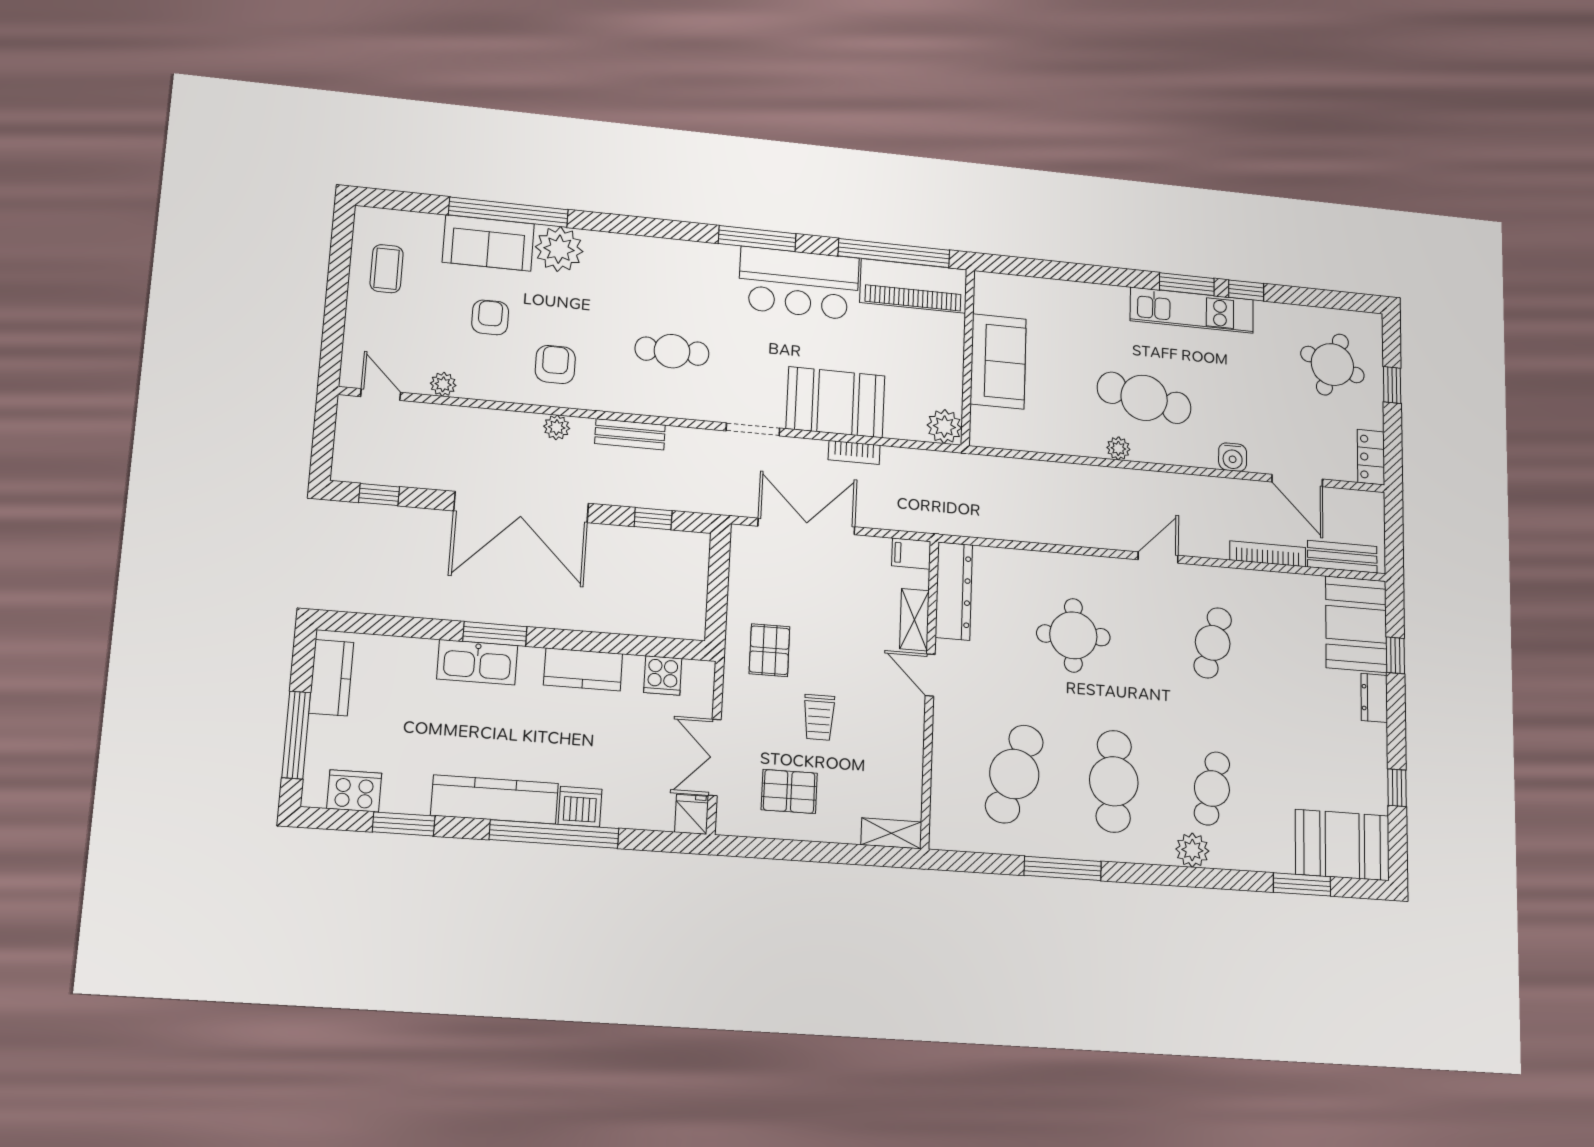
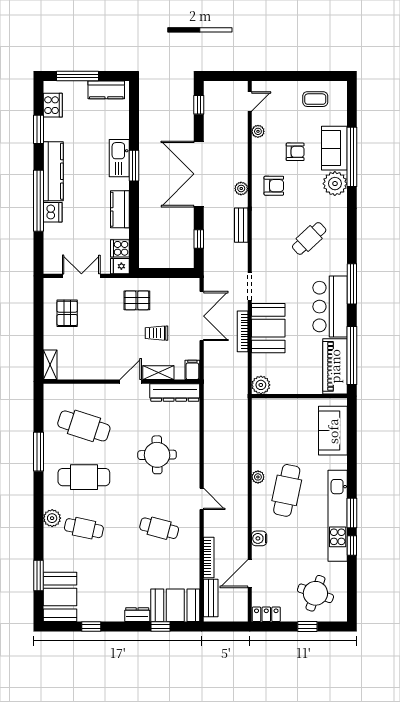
kitchen unit: (1192, 310) -> (338, 516), width x1.36
cafe table: (672, 351) -> (309, 238), moved, turned 47
sofa: (998, 361) -> (333, 431), moved, turned 90
bookcase: (854, 452) -> (243, 331), width x1.56
trolley: (819, 717) -> (156, 333), moved
fridge: (692, 814) -> (120, 266), moved, turned 180

